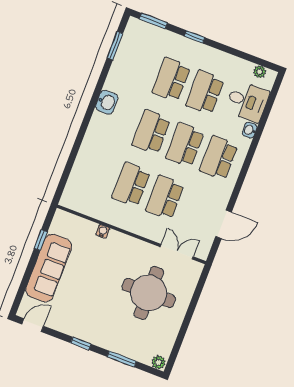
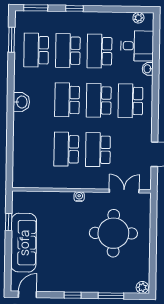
school desk: (137, 67) -> (36, 50), added
washbasin: (107, 102) -> (21, 102), moved
water cooler: (103, 231) -> (79, 197), moved

